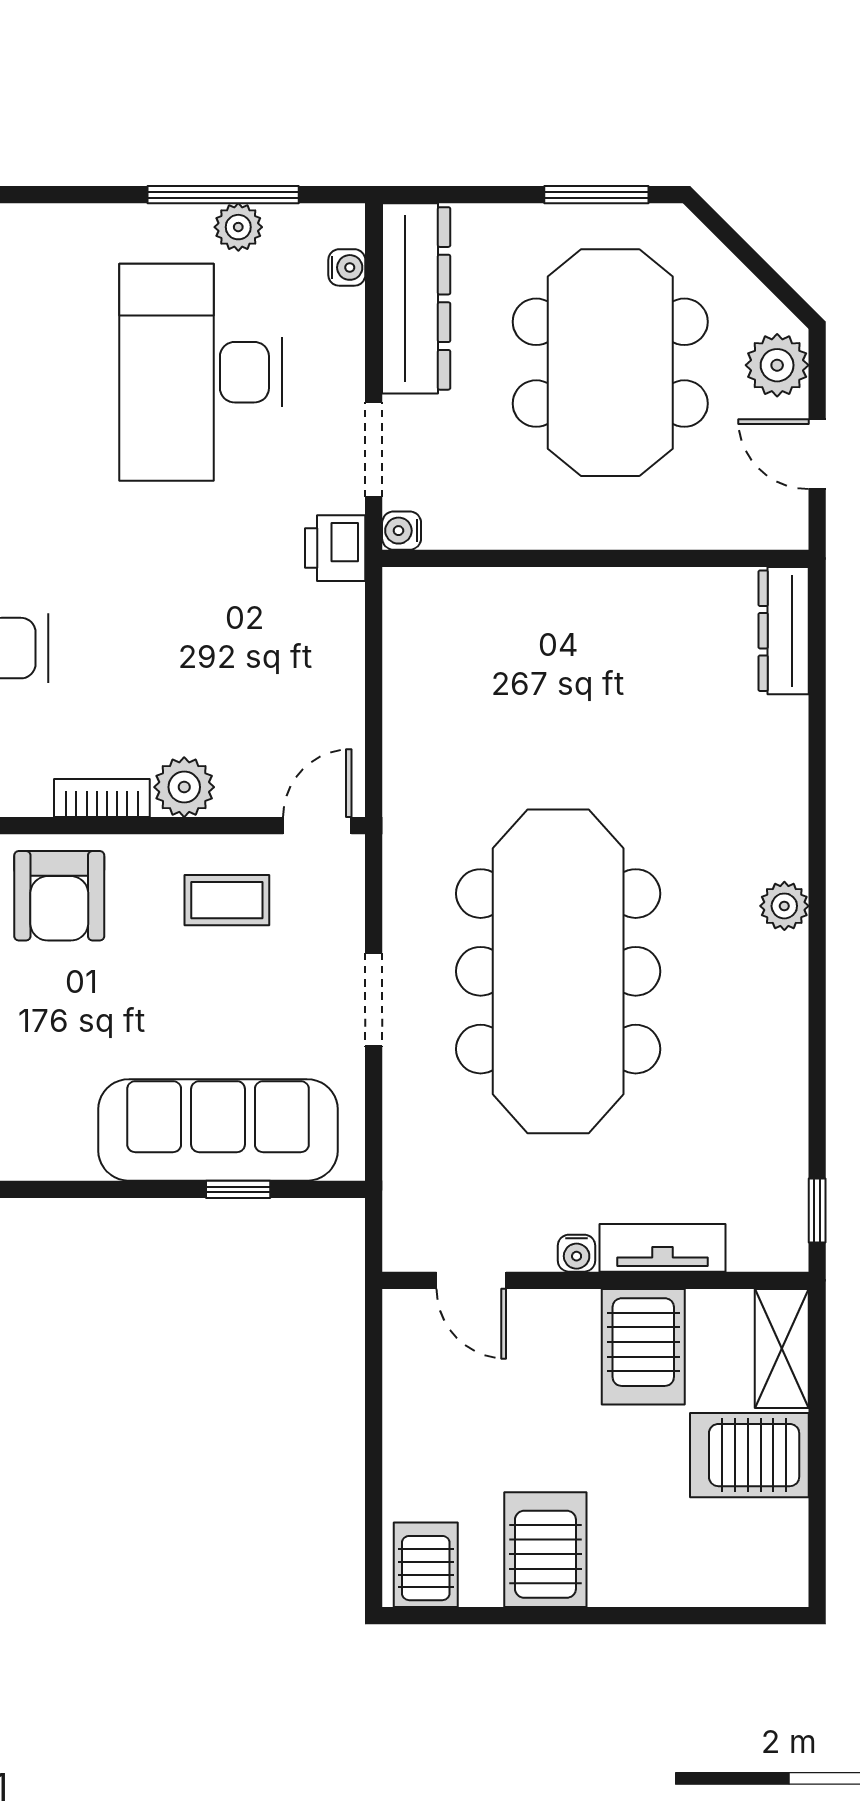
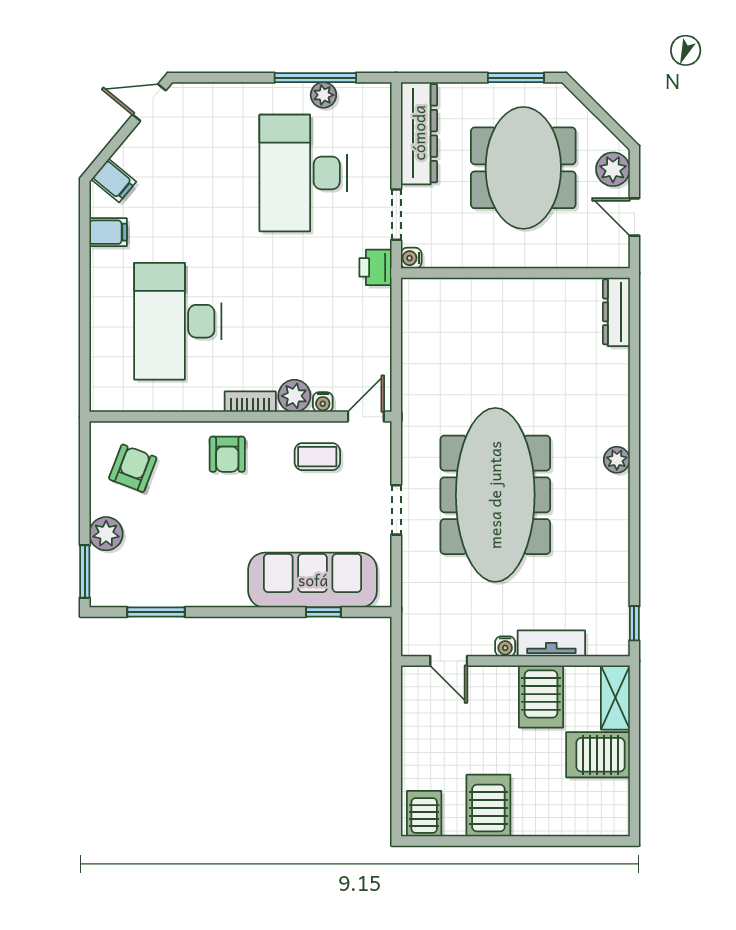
water cooler: (347, 267) -> (323, 402), moved, turned 90
armchair: (59, 896) -> (227, 454), width x0.72, depth x0.72

